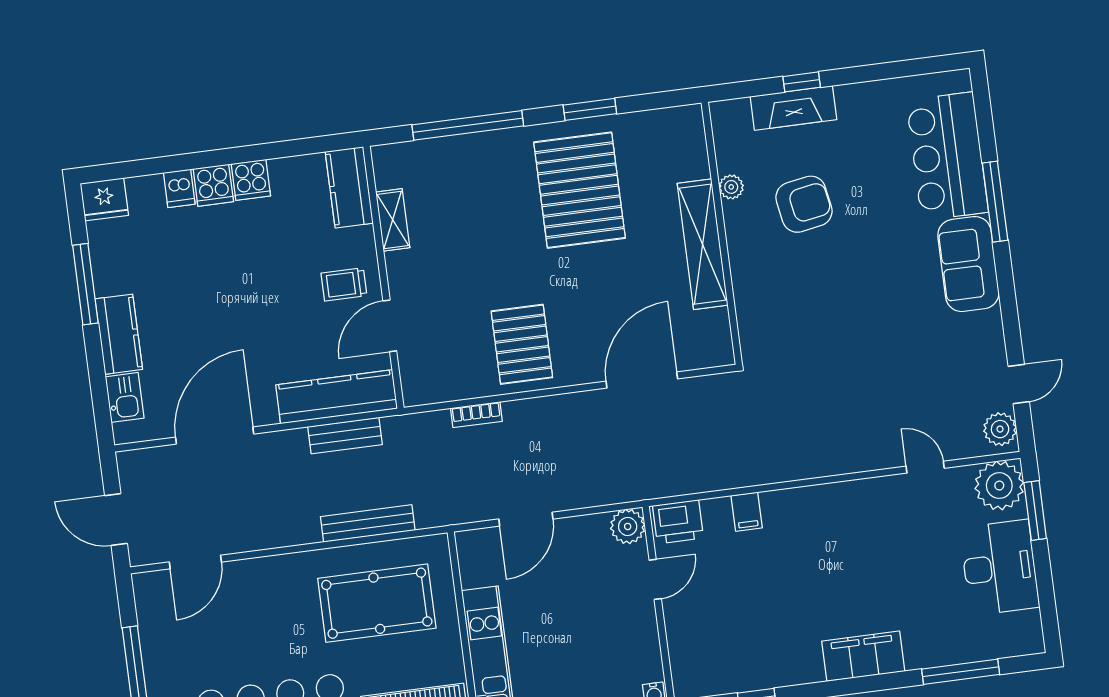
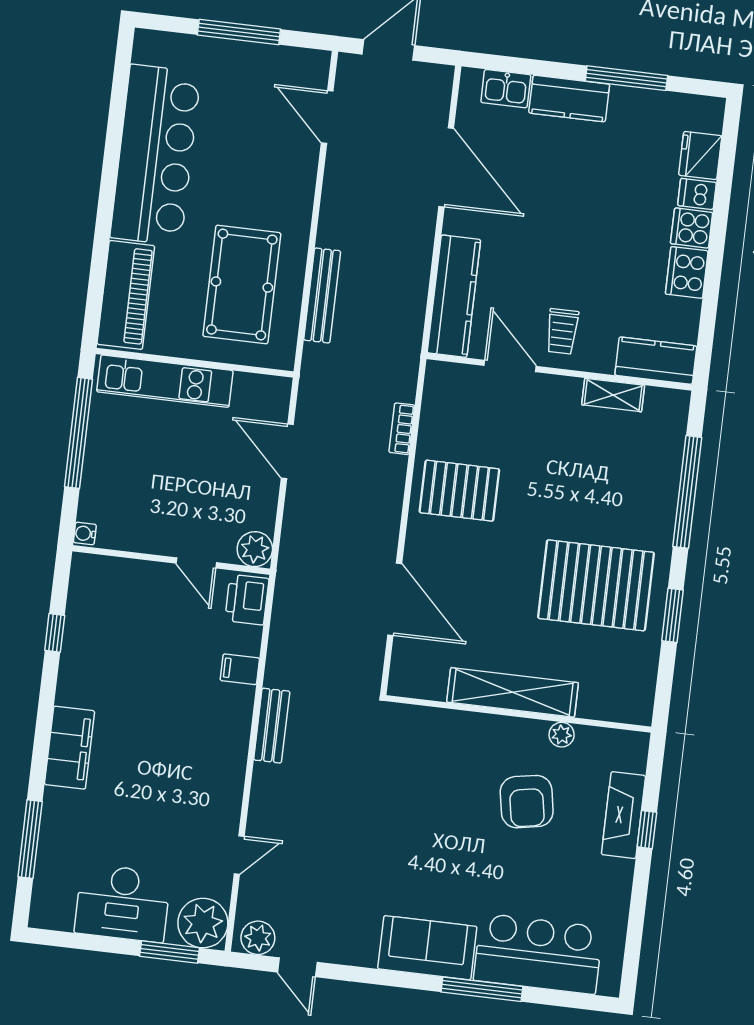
cooker: (251, 180) -> (687, 272), width x1.36
fridge: (104, 199) -> (700, 155), moved
trolley: (344, 284) -> (562, 331), turned 180
bench: (345, 436) -> (272, 726), moved

